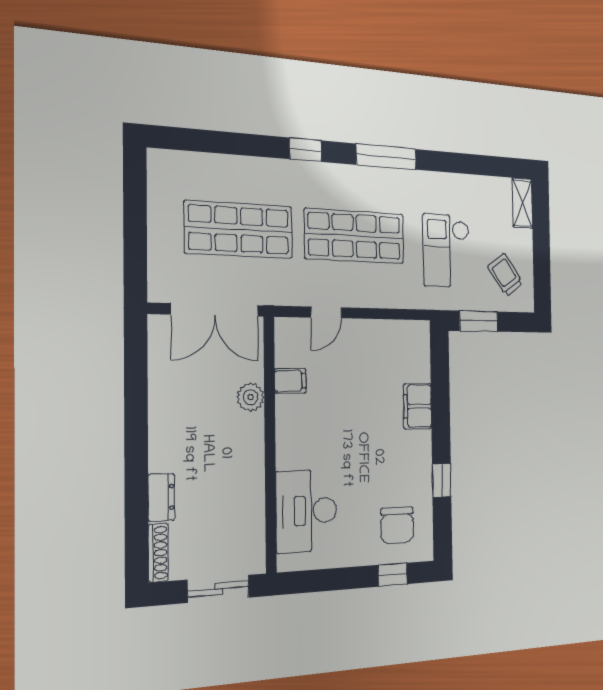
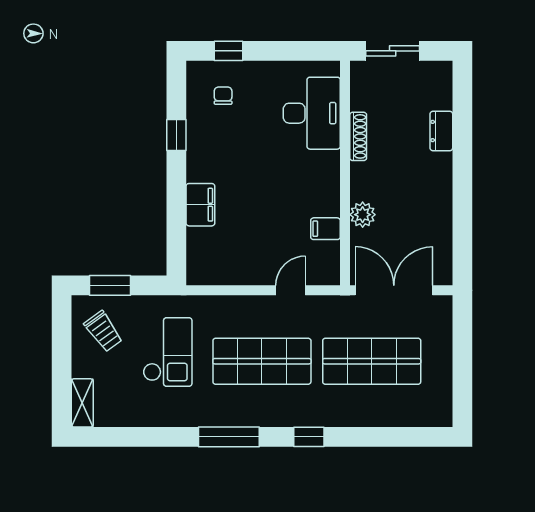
window: (479, 321) -> (110, 285), moved
chair: (397, 525) -> (223, 96), width x0.54, depth x0.54
shoe rack: (158, 553) -> (358, 136), moved, turned 180

